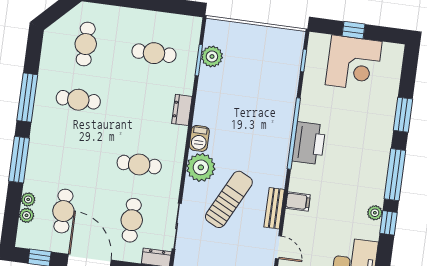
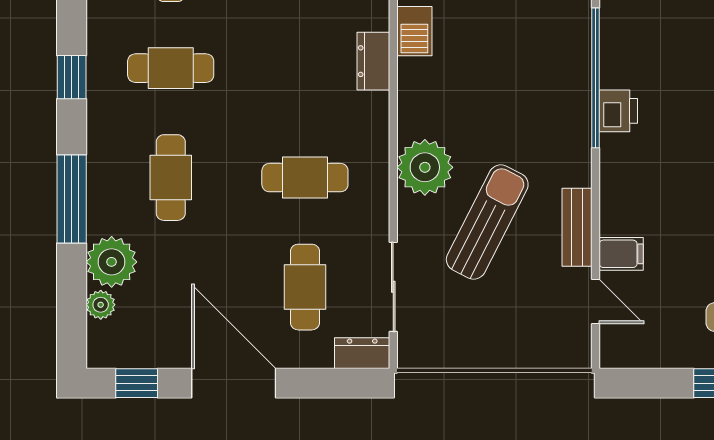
window: (27, 98) -> (72, 77), width x0.46
barbecue: (199, 138) -> (414, 31), moved
printer: (309, 143) -> (618, 111), width x0.53, depth x0.68
plant: (28, 199) -> (112, 262), width x1.88, depth x1.88
filing cabinet: (298, 201) -> (621, 254), moved
cafe table: (63, 211) -> (171, 178), moved

